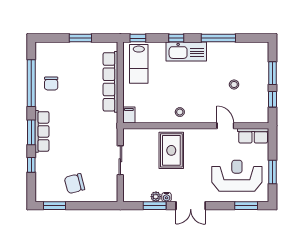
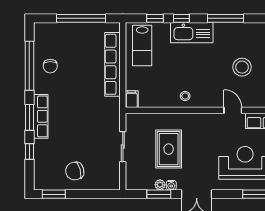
window: (80, 38) -> (81, 18), width x2.11
window: (138, 38) -> (155, 18), moved
stool: (234, 84) -> (242, 67), width x1.89, depth x1.89
rug: (171, 150) -> (169, 149), moved

